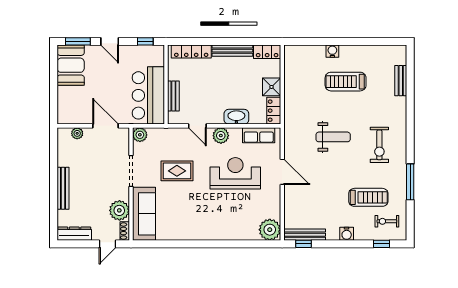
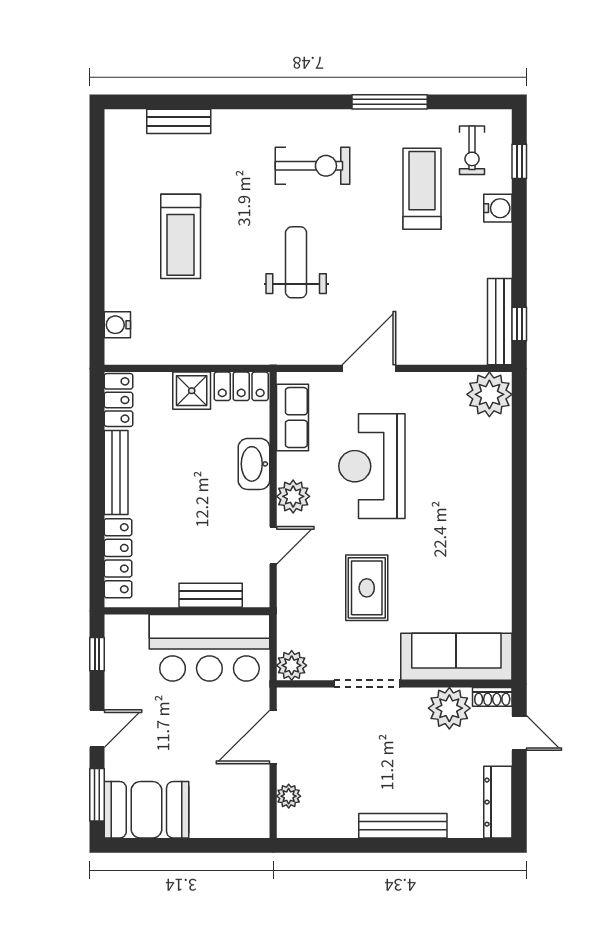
water cooler: (332, 51) -> (117, 325), moved
water cooler: (347, 234) -> (498, 208), moved

